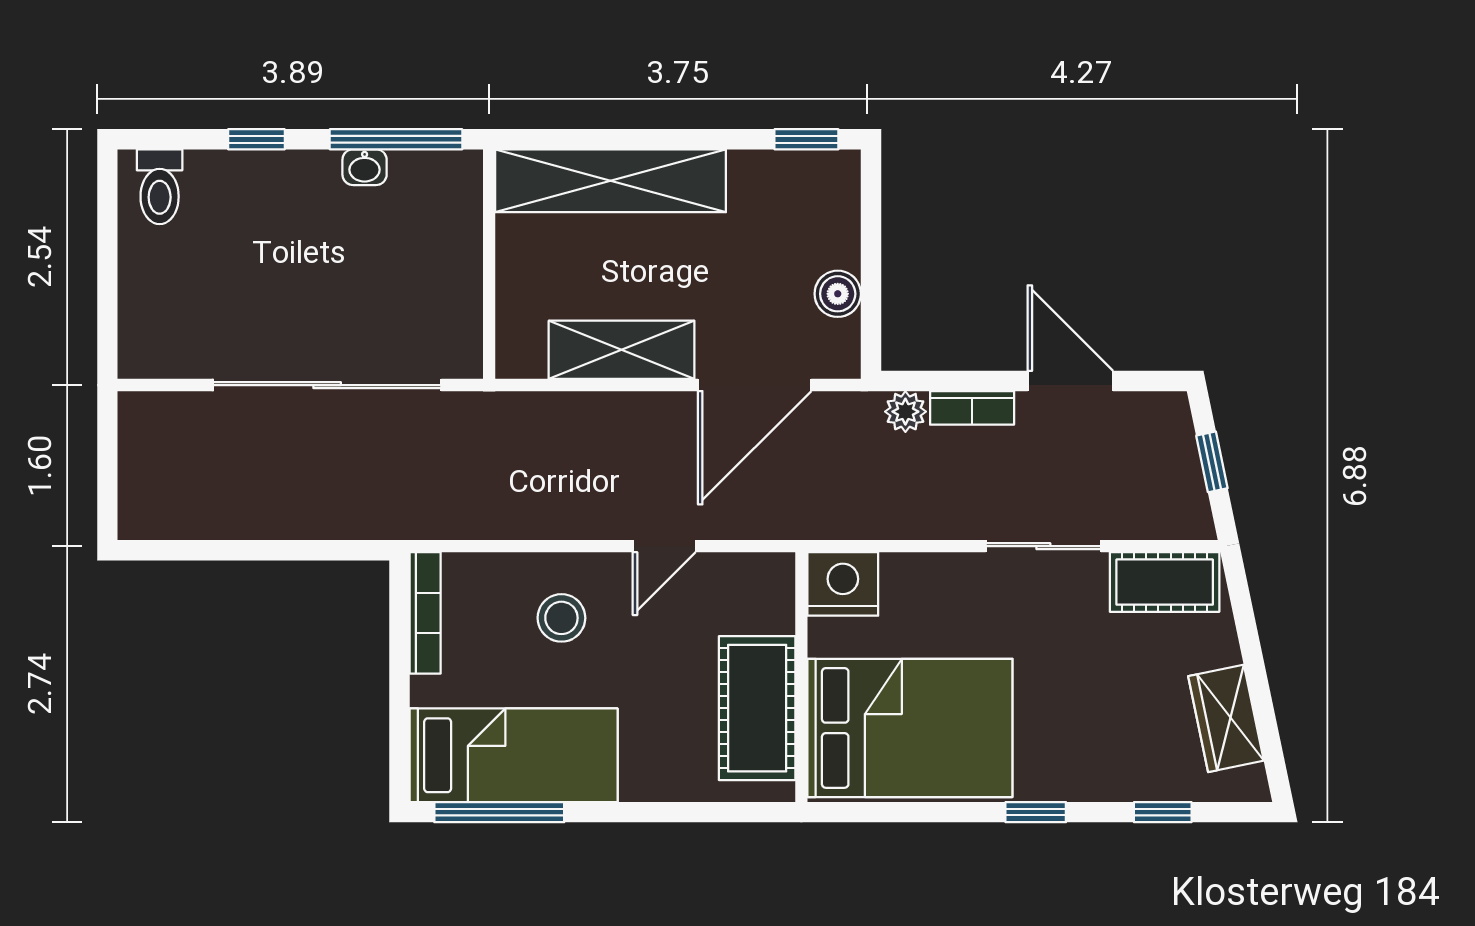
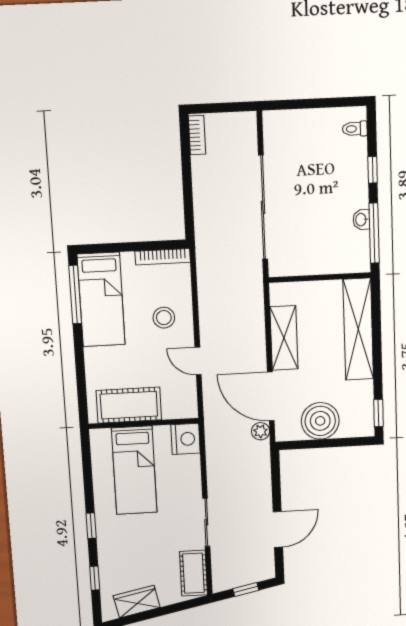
toilet: (160, 187) -> (355, 129), width x0.73, depth x0.72
boiler: (838, 294) -> (320, 421), width x1.86, depth x1.86
bookcase: (972, 408) -> (197, 135), moved, turned 180
plant: (905, 412) -> (261, 431), moved
bed: (910, 728) -> (134, 470), width x0.67

